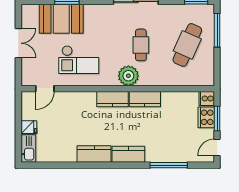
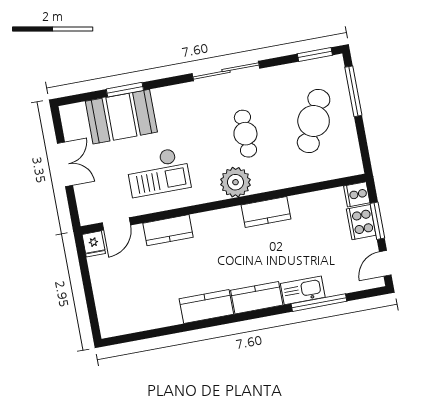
kitchen counter: (113, 99) -> (168, 230), moved
fridge: (29, 127) -> (94, 244), moved, turned 90
kitchen sink: (28, 149) -> (303, 290), moved, turned -90

